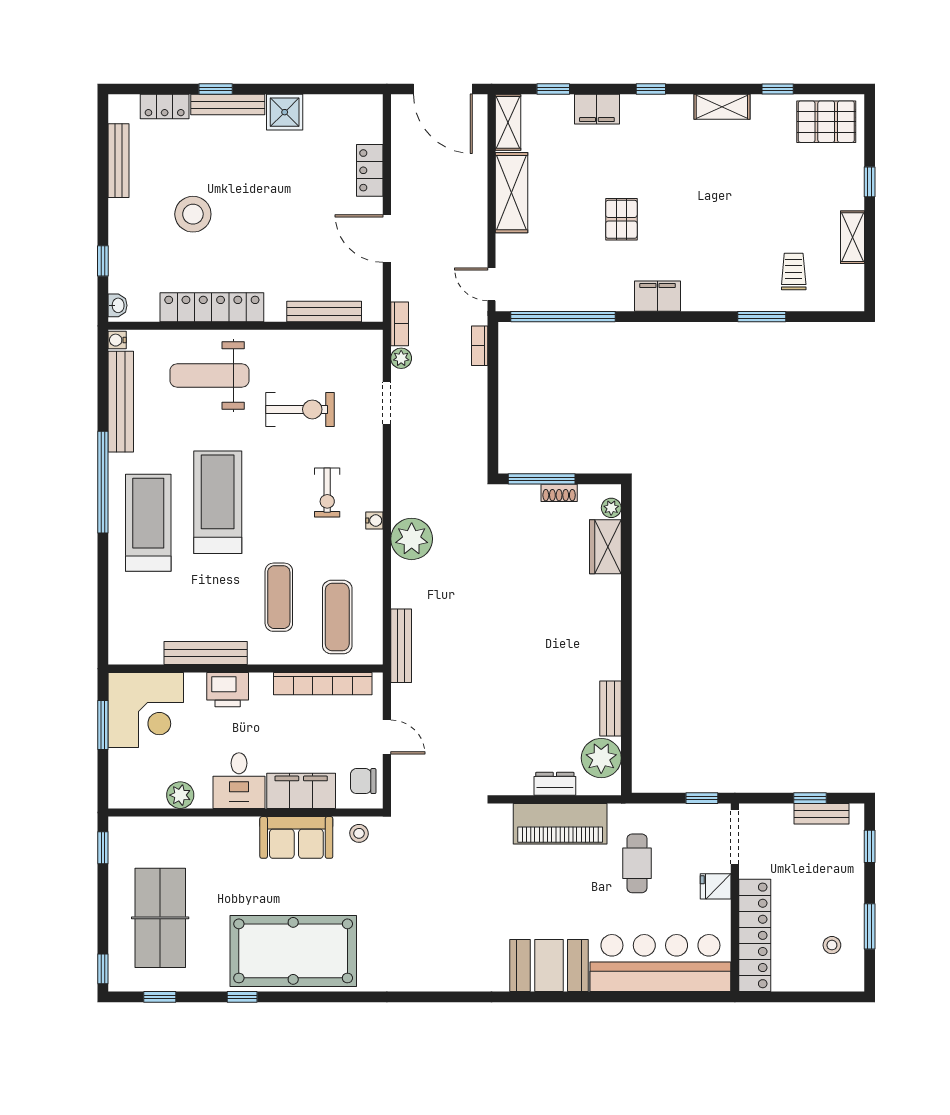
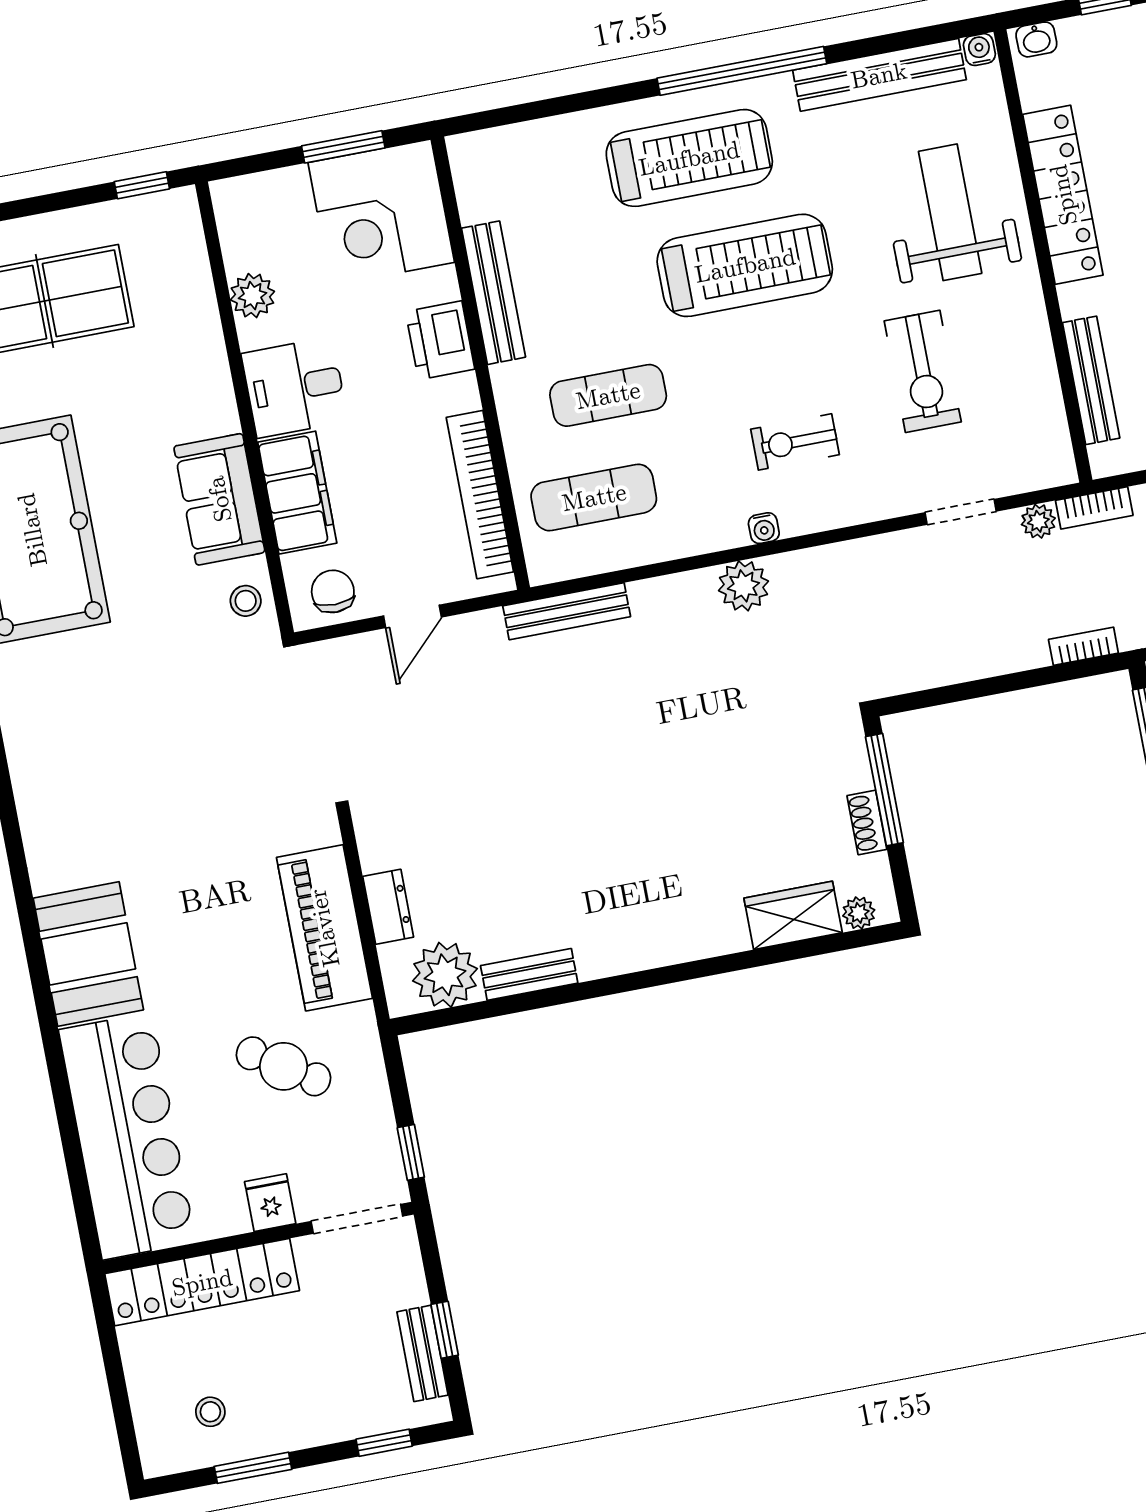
plant: (412, 539) -> (743, 586), width x0.73, depth x0.73
cafe table: (637, 863) -> (284, 1066), turned 33

